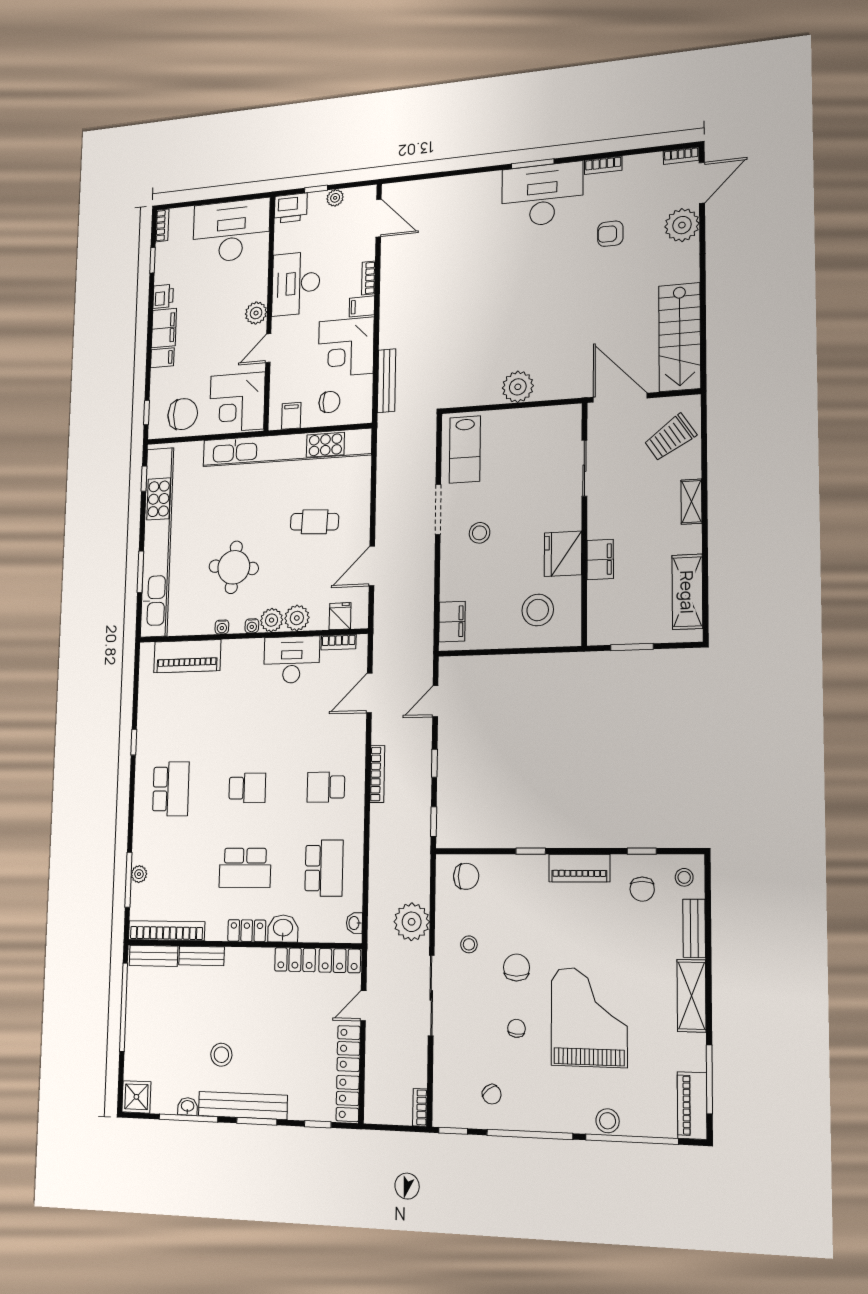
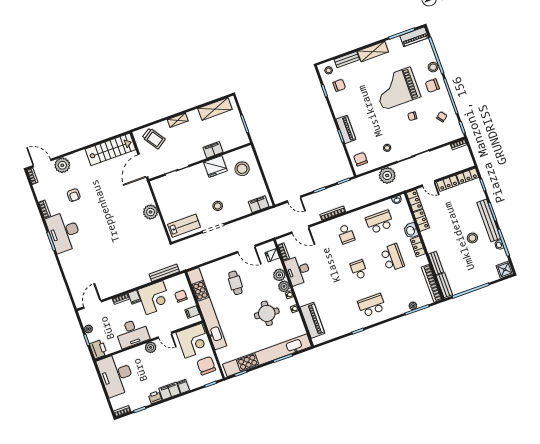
piano: (579, 868) -> (346, 129), moved
chair: (517, 967) -> (432, 86), moved

